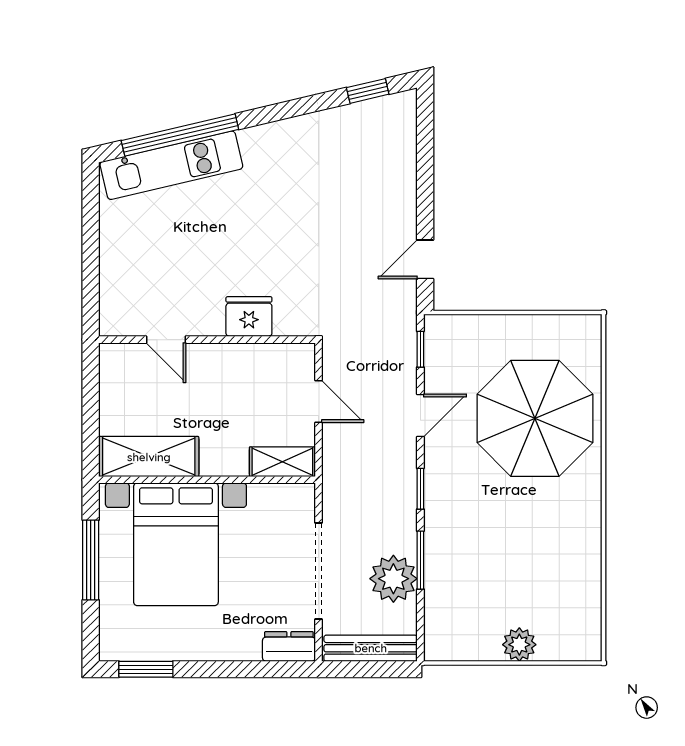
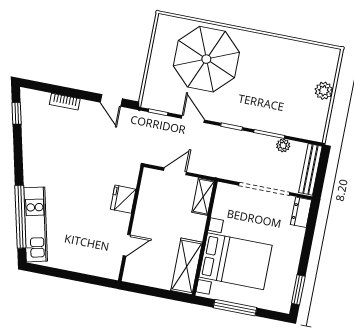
bookcase: (406, 175) -> (65, 102), added
plant: (393, 579) -> (283, 145), width x0.53, depth x0.53

